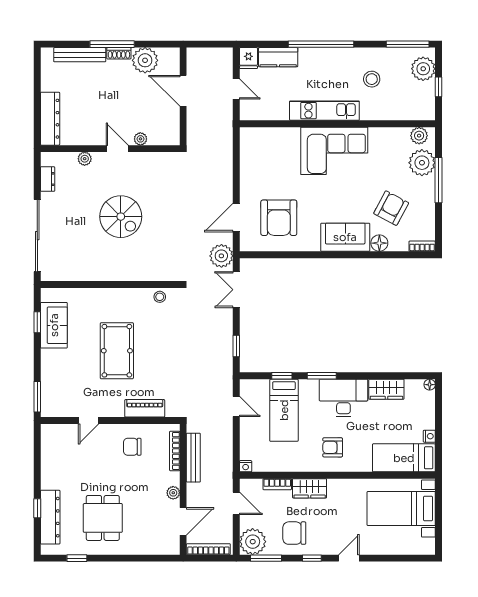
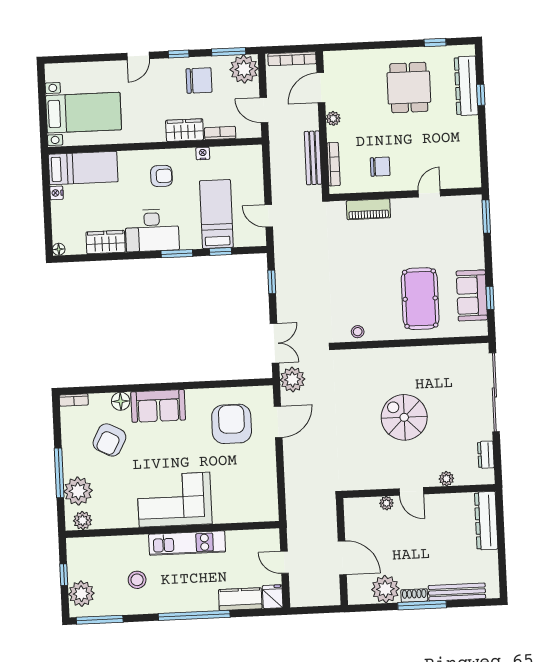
pool table: (117, 351) -> (420, 299), moved
nightstand: (246, 466) -> (203, 153), moved

